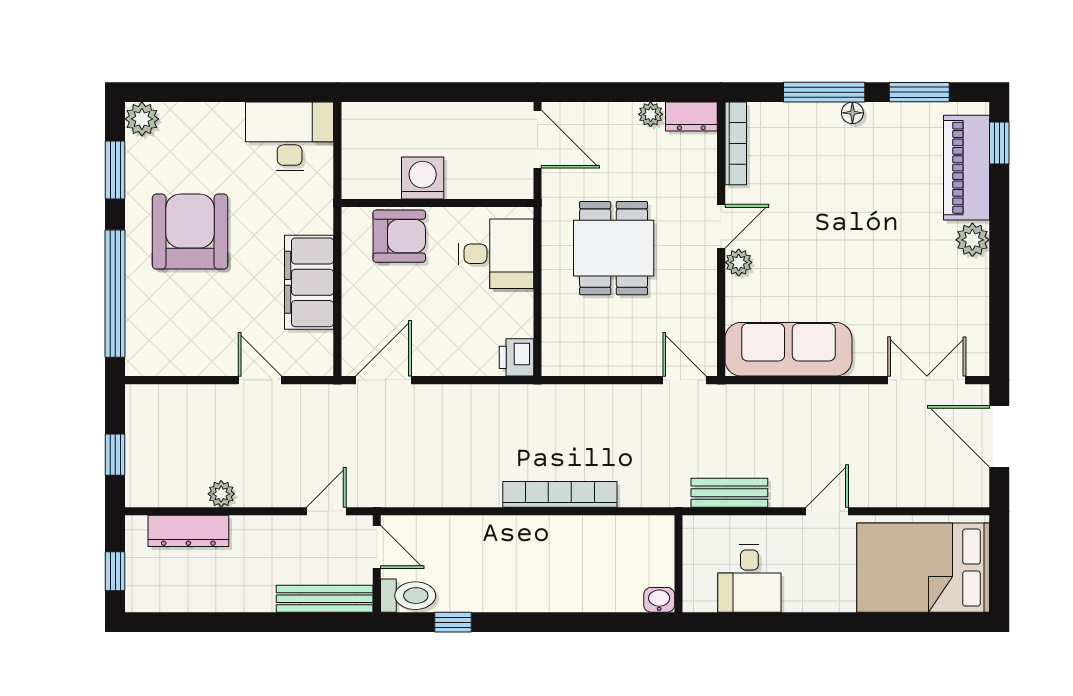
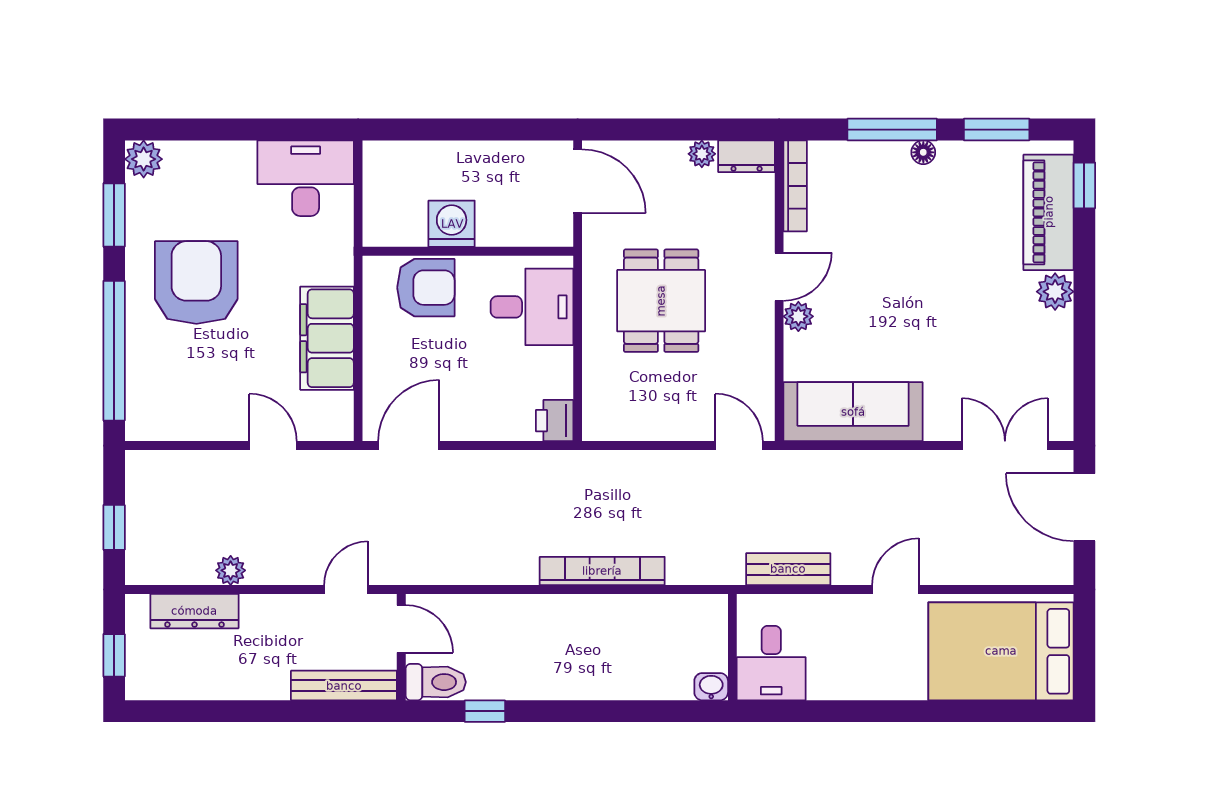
desk: (749, 578) -> (771, 663), moved

